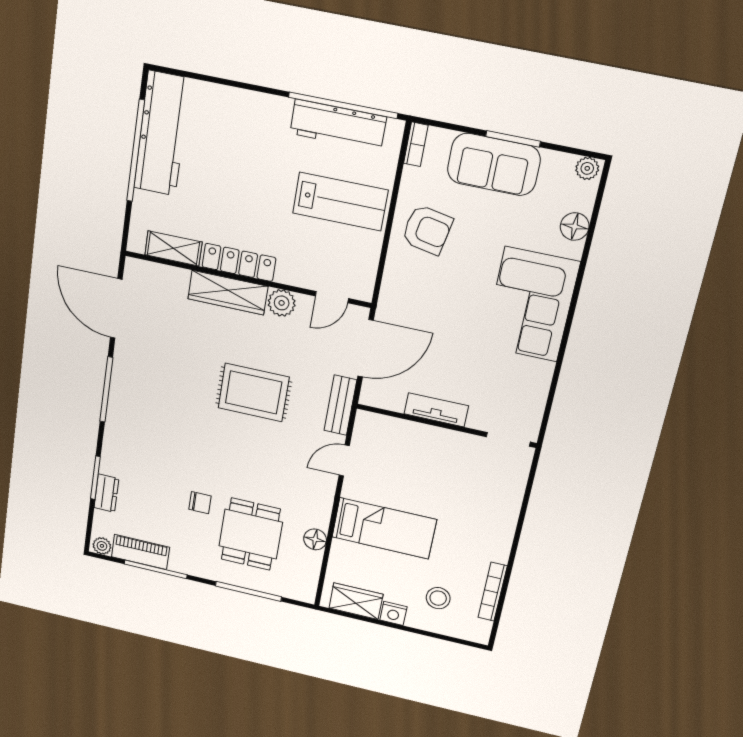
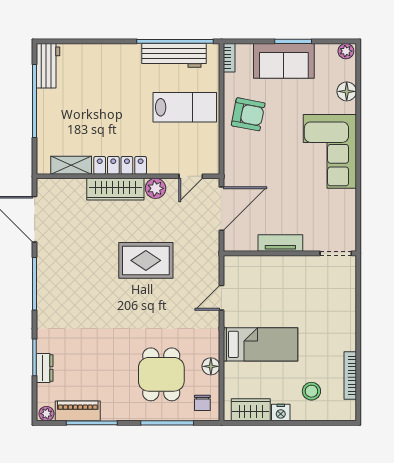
workbench: (162, 134) -> (48, 66), width x0.53, depth x0.76
bench: (340, 405) -> (211, 255), removed
chair: (200, 503) -> (202, 403), moved, turned 90

